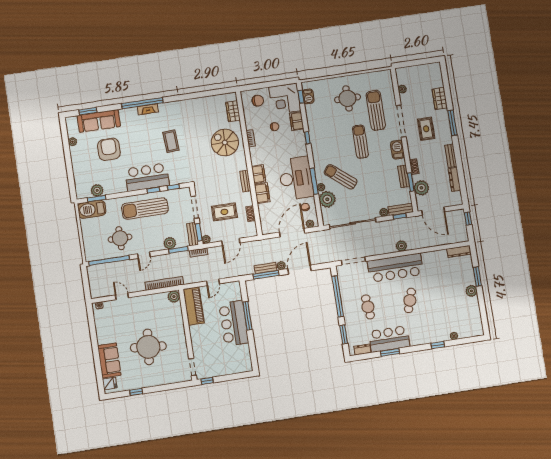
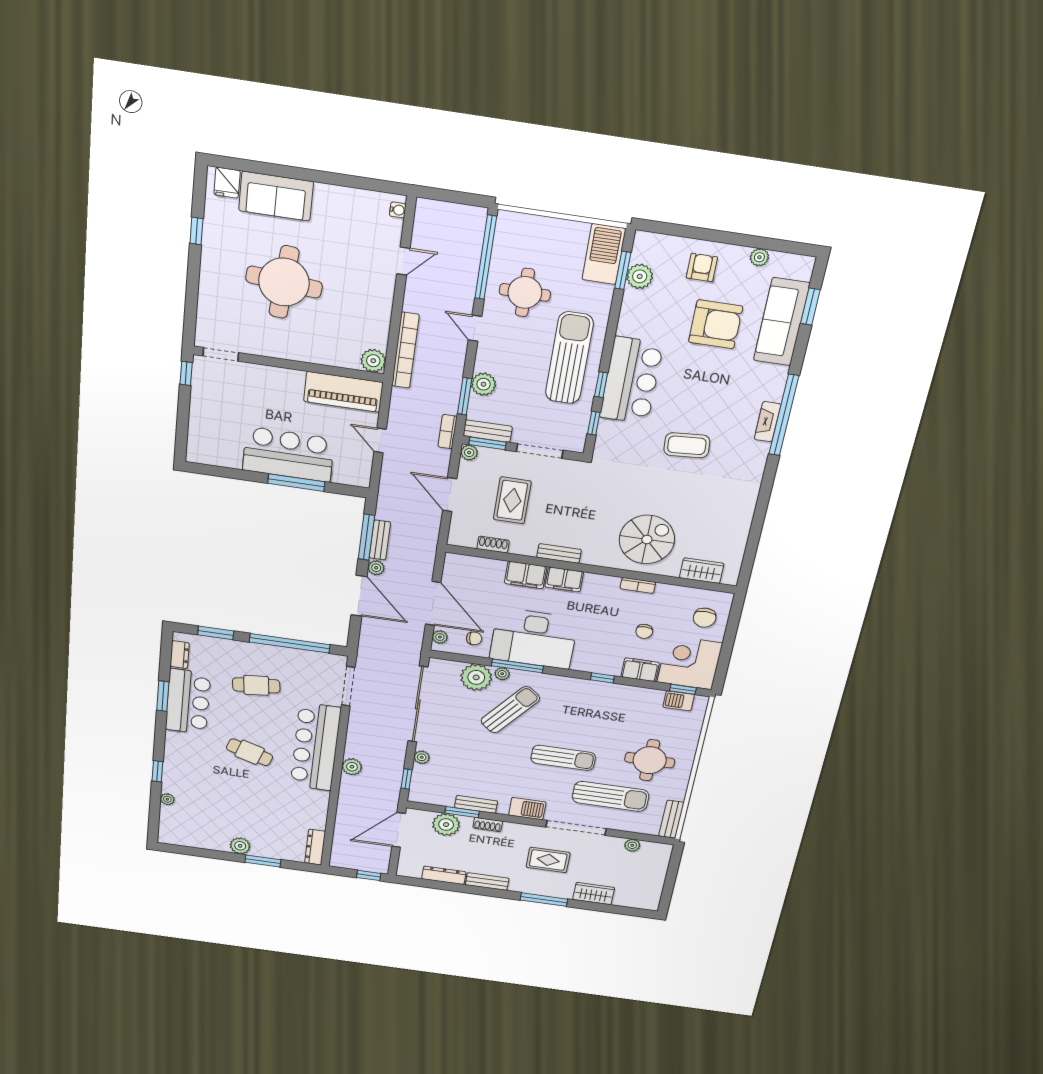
armchair: (85, 165) -> (702, 267), added
bench: (401, 209) -> (671, 819), moved

